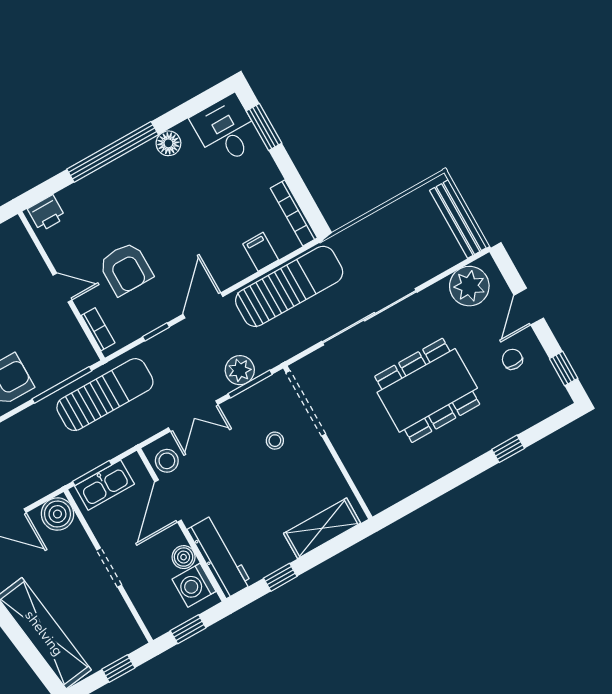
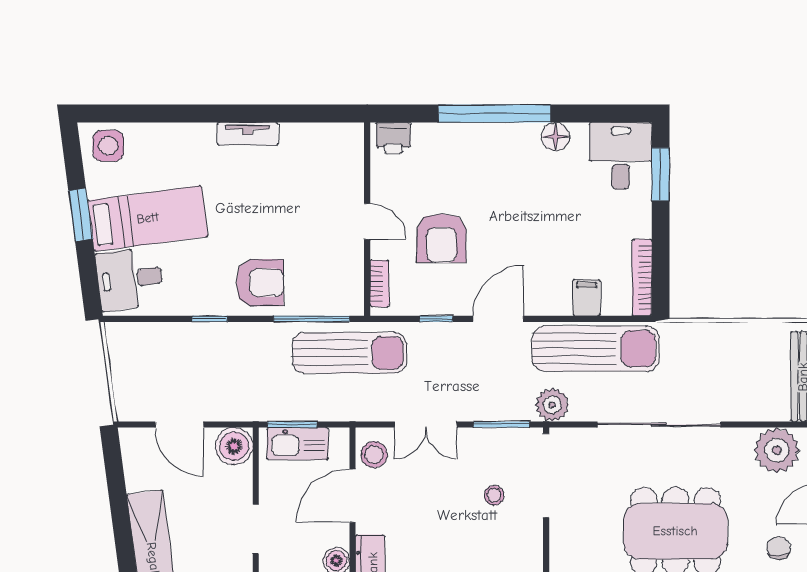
plant: (240, 370) -> (552, 405), moved

